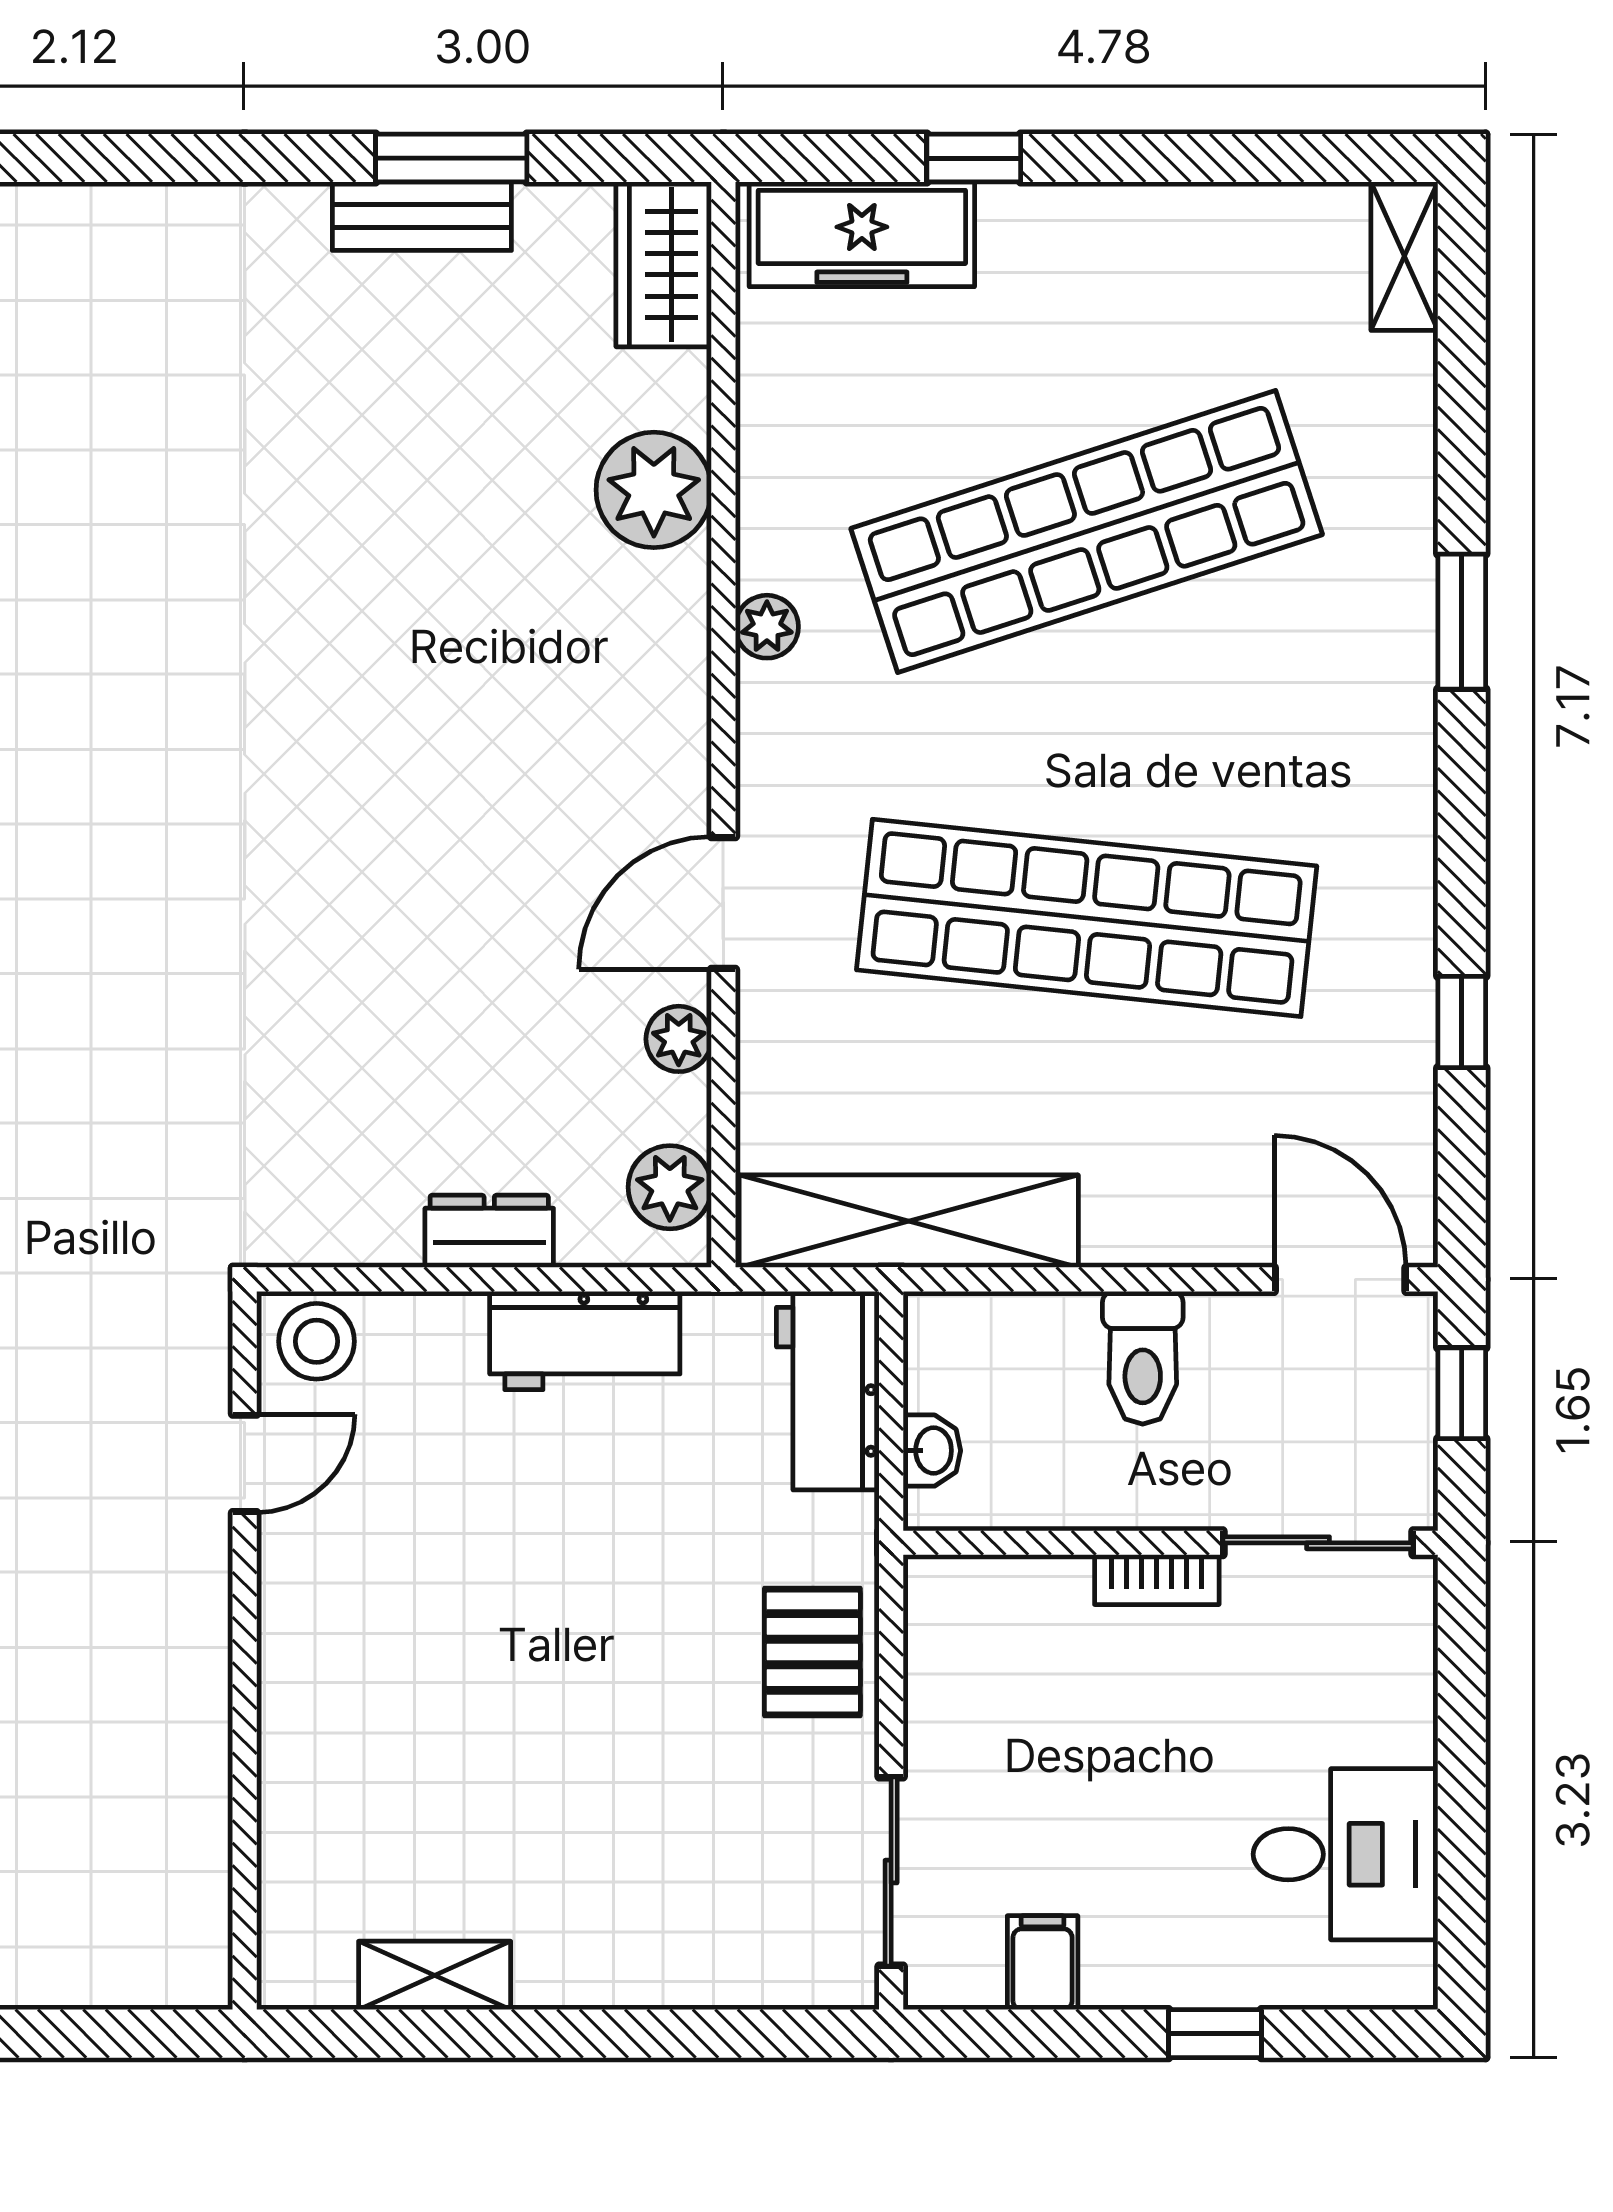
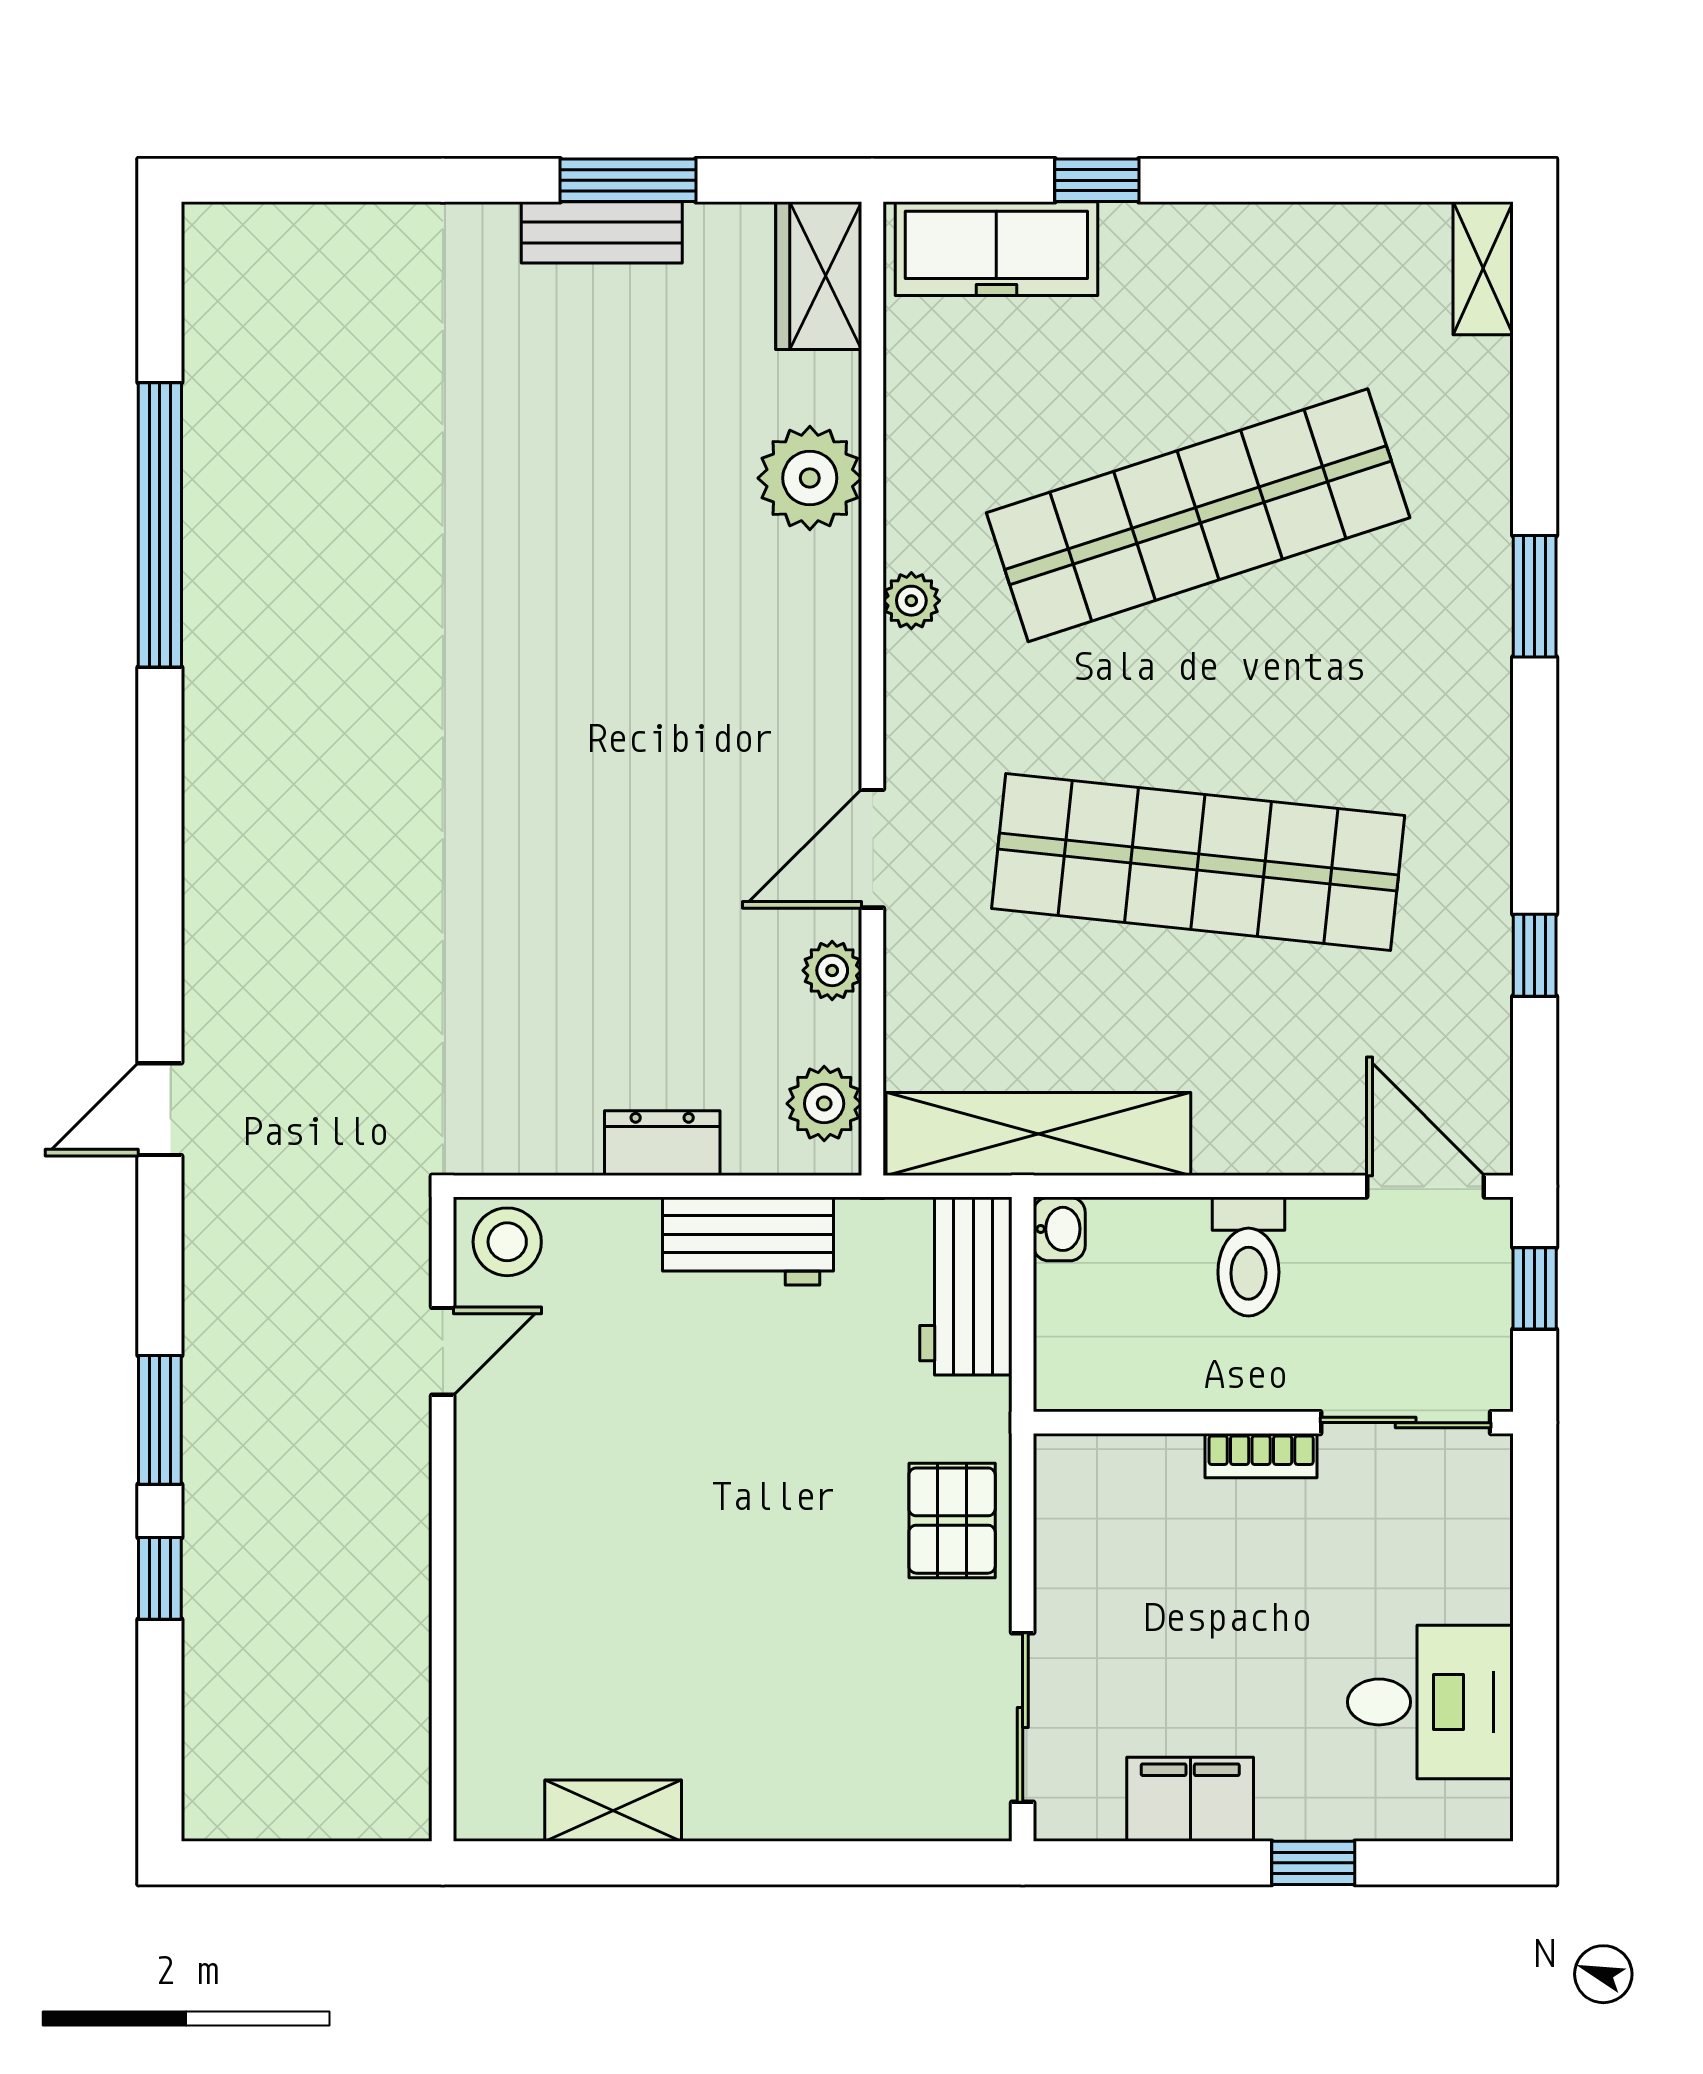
washbasin: (932, 1451) -> (1059, 1229), moved
filing cabinet: (1043, 1963) -> (1190, 1799), width x2.00

